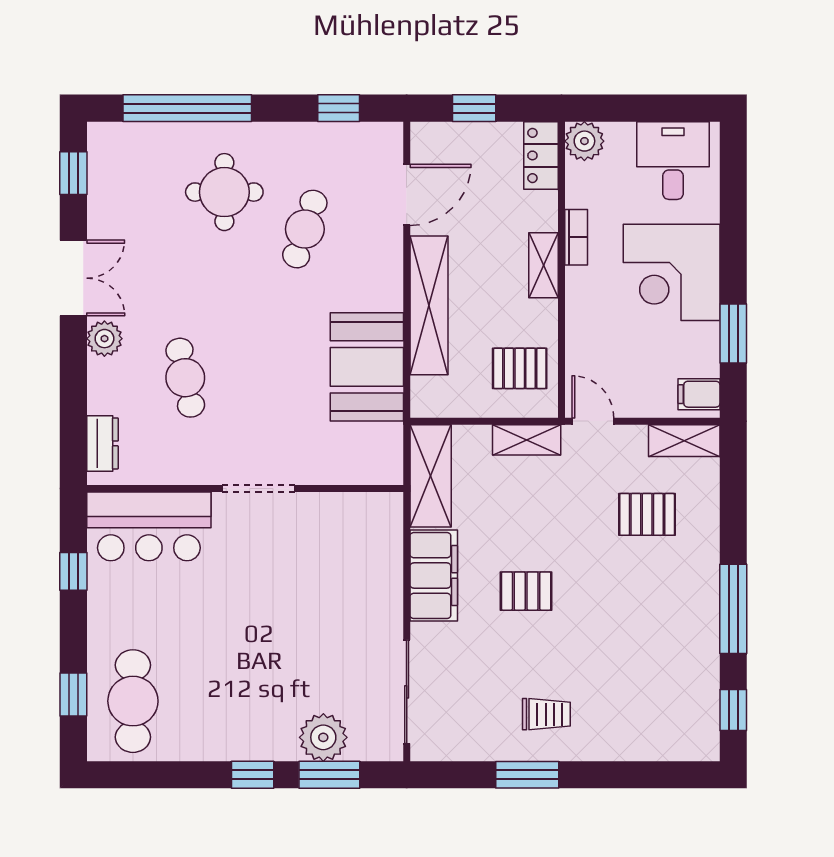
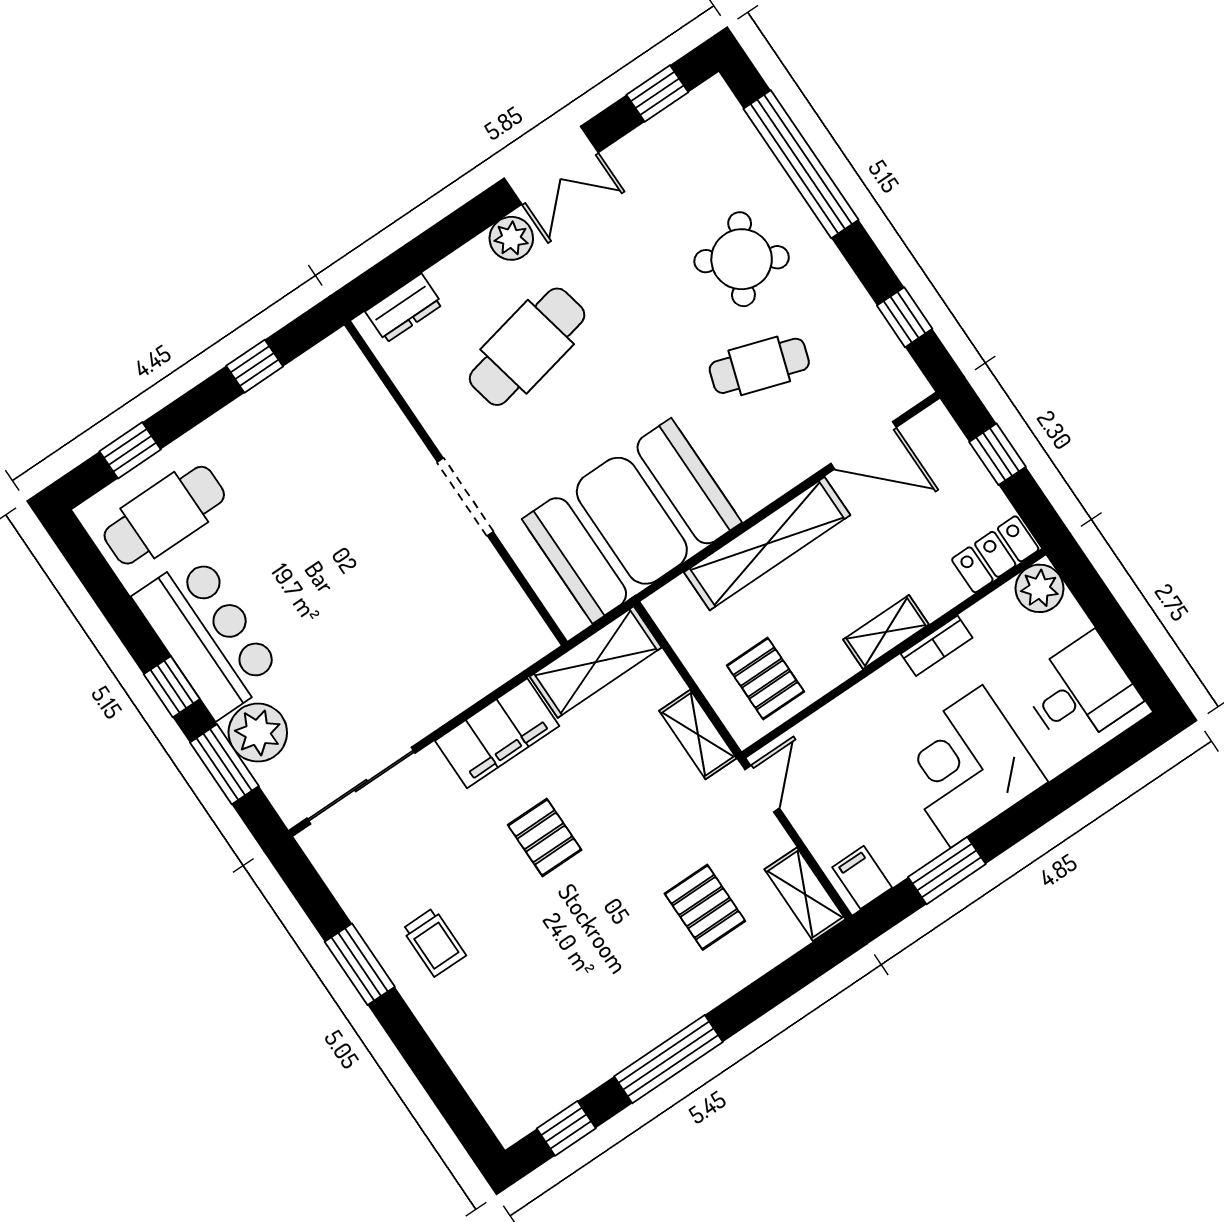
round table: (224, 192) -> (742, 259), turned 31
booth: (367, 367) -> (632, 521), width x1.36, depth x1.42
cafe table: (185, 378) -> (527, 347), width x1.37, depth x1.35
bar counter: (149, 526) -> (208, 636), moved, turned 180

